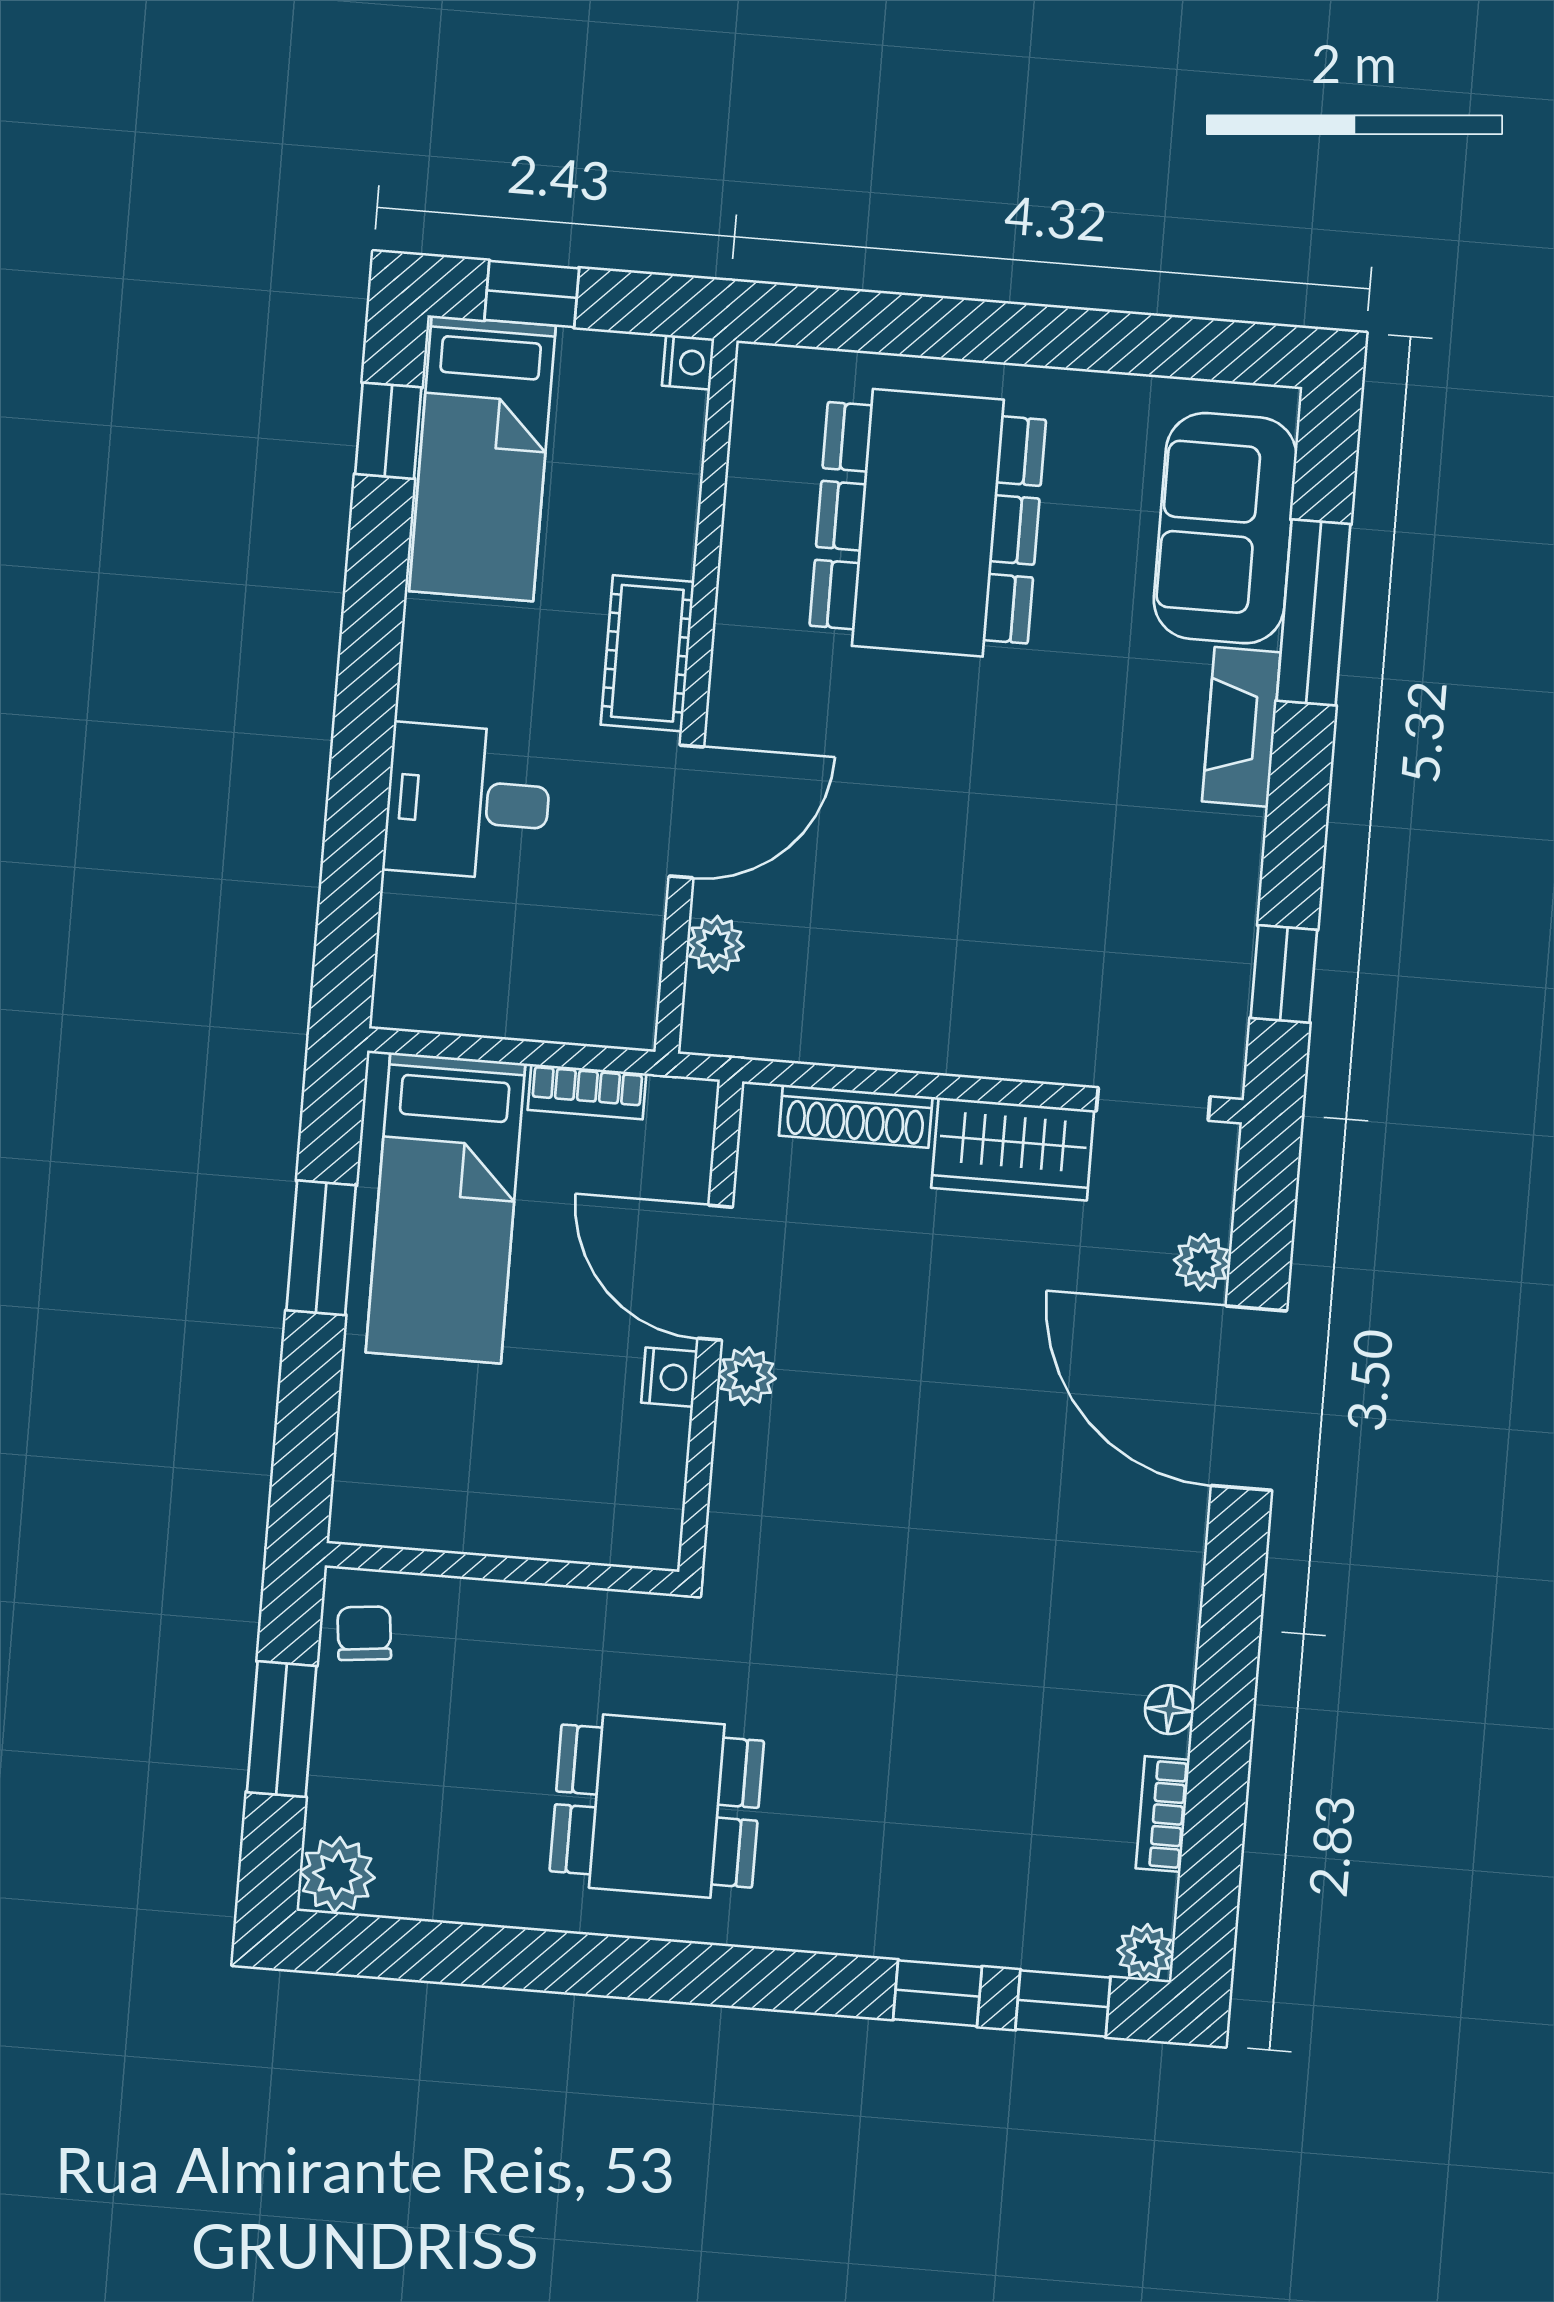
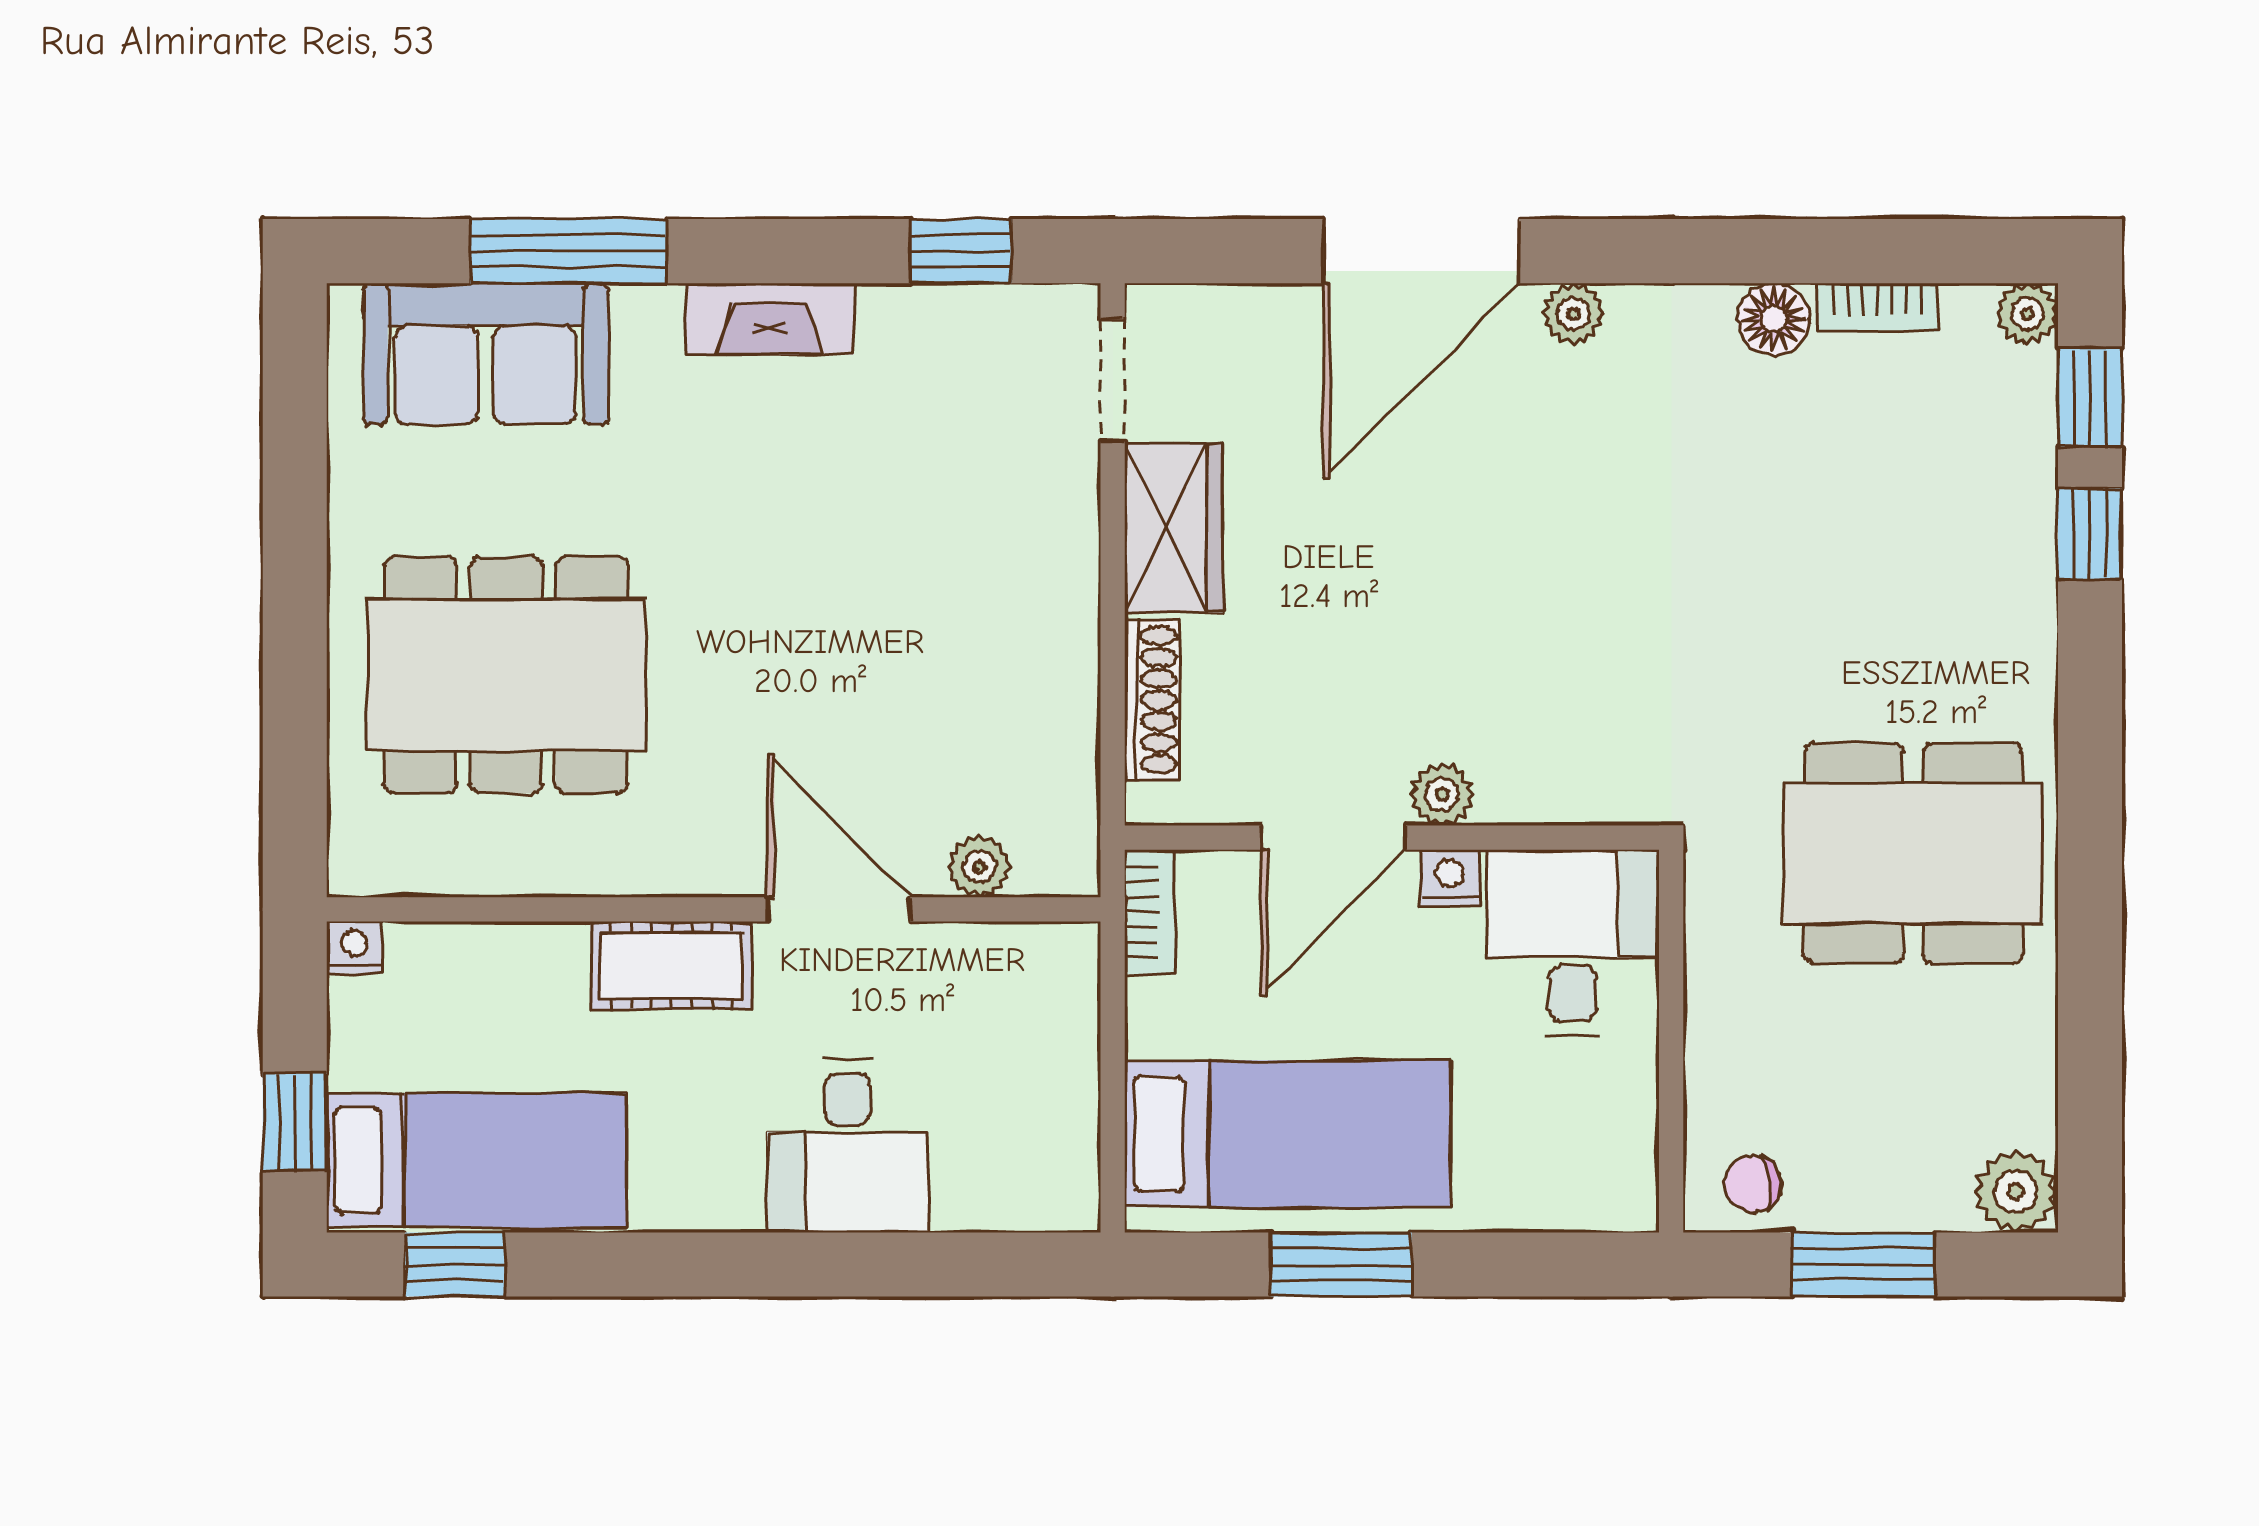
fireplace: (1241, 727) -> (770, 319), moved
bookcase: (587, 1092) -> (1149, 912), moved
plant: (1202, 1262) -> (1573, 314), moved
desk: (600, 1485) -> (1573, 943), added
floor lamp: (1169, 1710) -> (1774, 319), width x1.37, depth x1.37
dining table: (657, 1806) -> (1913, 853), width x1.38

